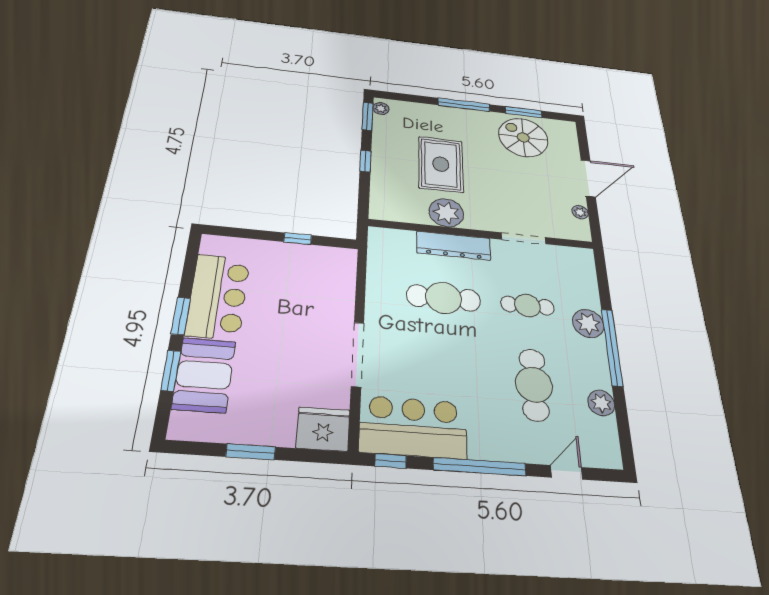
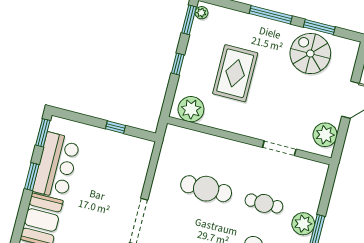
plant: (580, 212) -> (325, 135), width x1.87, depth x1.87
plant: (446, 213) -> (191, 109), moved
dresser: (454, 246) -> (225, 148), removed
window: (171, 371) -> (43, 133), moved

